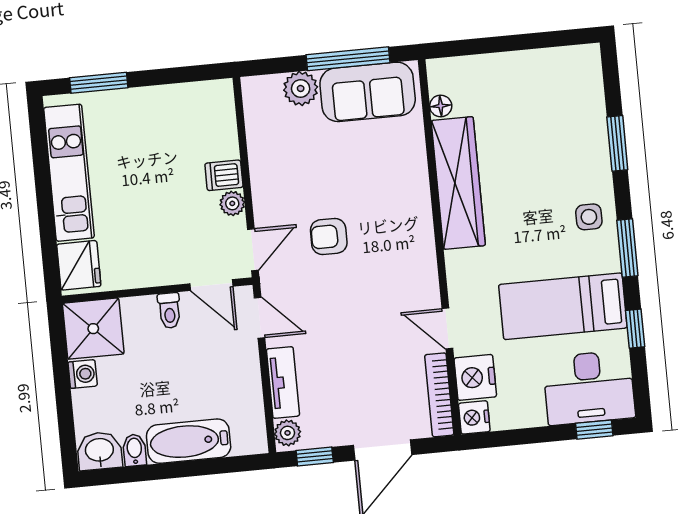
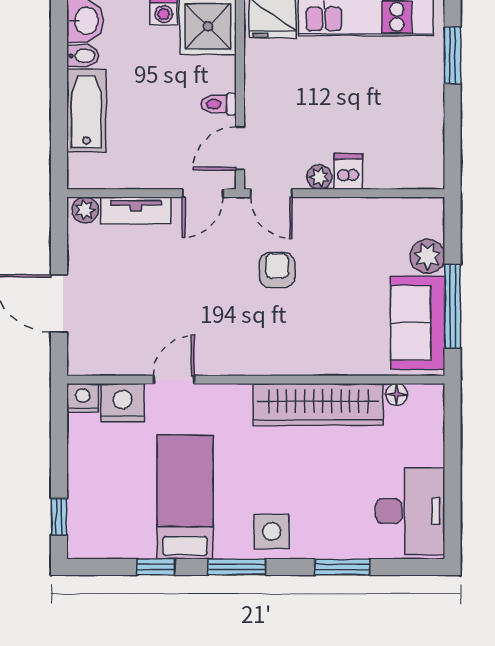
side table: (589, 217) -> (272, 532), width x1.37, depth x1.37
desk: (589, 388) -> (410, 511), moved, turned 180
bookcase: (439, 395) -> (109, 365), removed
window: (315, 457) -> (59, 235), removed

